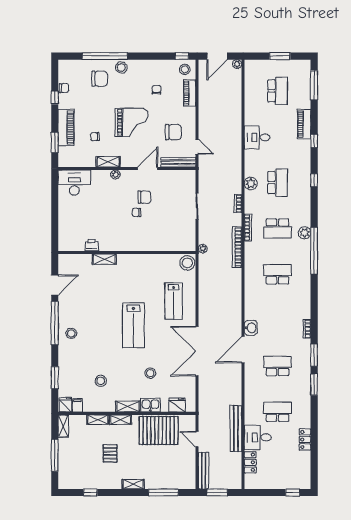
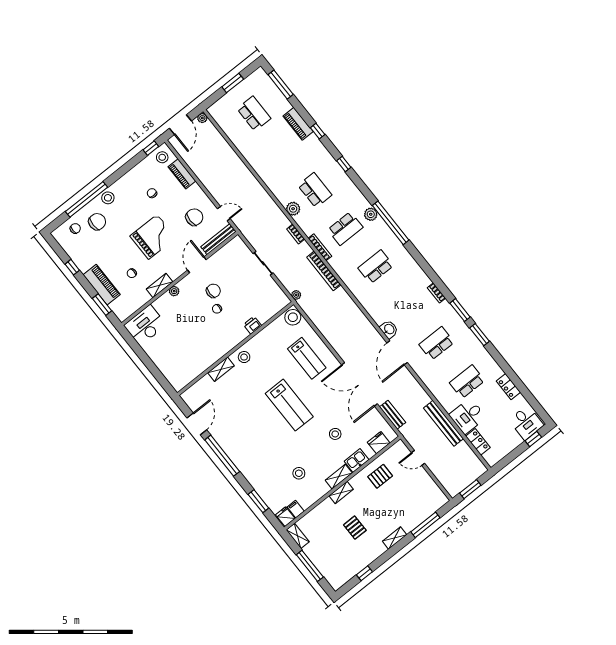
chair: (64, 88) -> (75, 228), moved
desk: (257, 137) -> (526, 423), moved, turned -90
printer: (92, 245) -> (252, 325), moved
stool: (71, 333) -> (244, 357), moved
shelving: (98, 420) -> (322, 508), removed
pallet: (159, 430) -> (380, 476), width x0.49, depth x0.50
bench: (204, 471) -> (393, 415), moved, width x0.73

